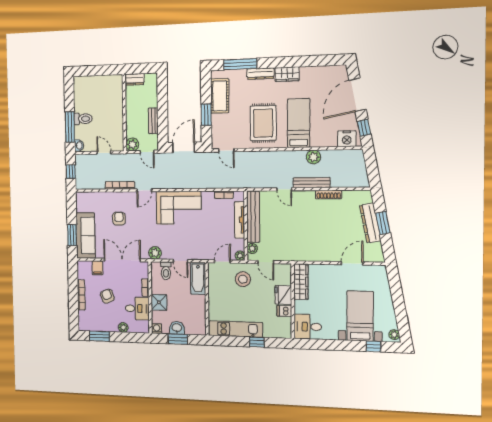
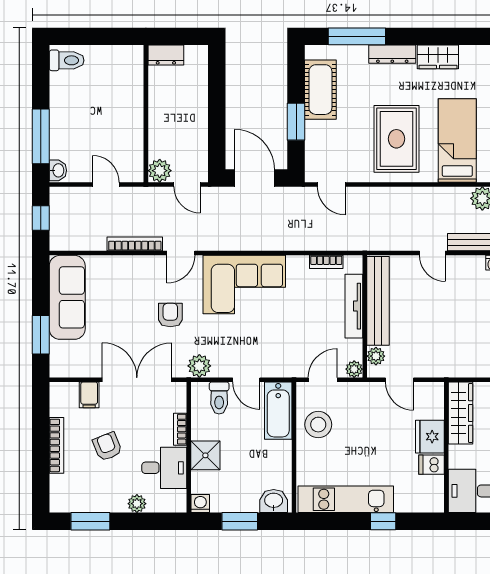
toilet: (83, 119) -> (67, 60), moved
bench: (153, 121) -> (199, 130), removed
door: (184, 148) -> (255, 178), hinge flipped
armchair: (119, 219) -> (170, 315), moved
sofa: (86, 236) -> (67, 297), moved
stool: (243, 279) -> (318, 425), moved
washbasin: (177, 328) -> (274, 501), moved

